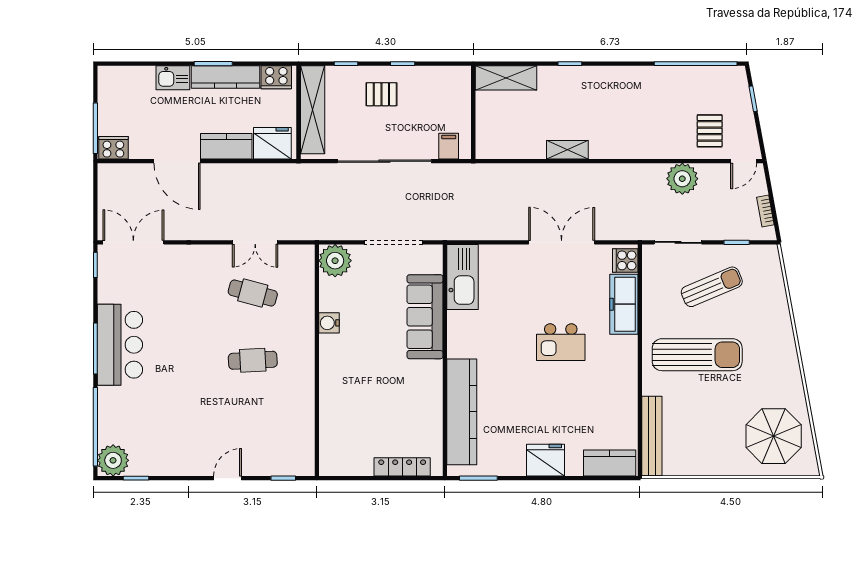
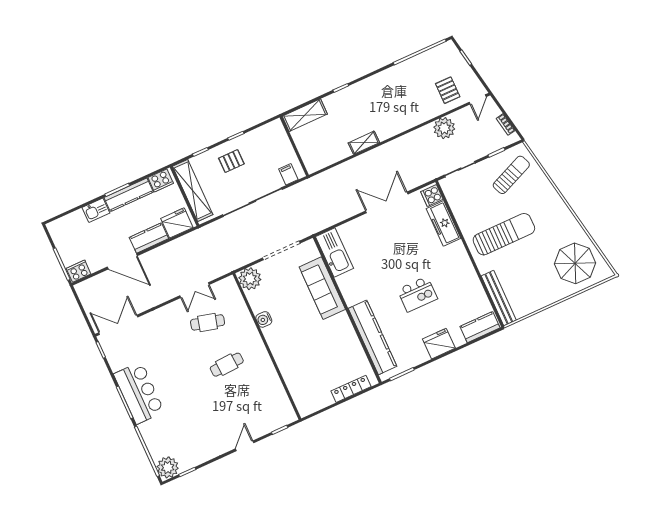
sun lounger: (712, 287) -> (511, 175), moved
kitchen island: (561, 342) -> (417, 294), moved

